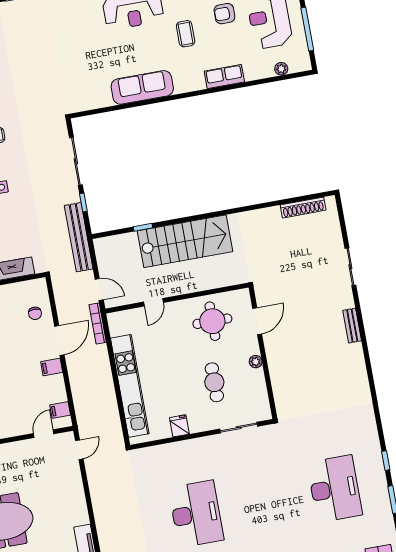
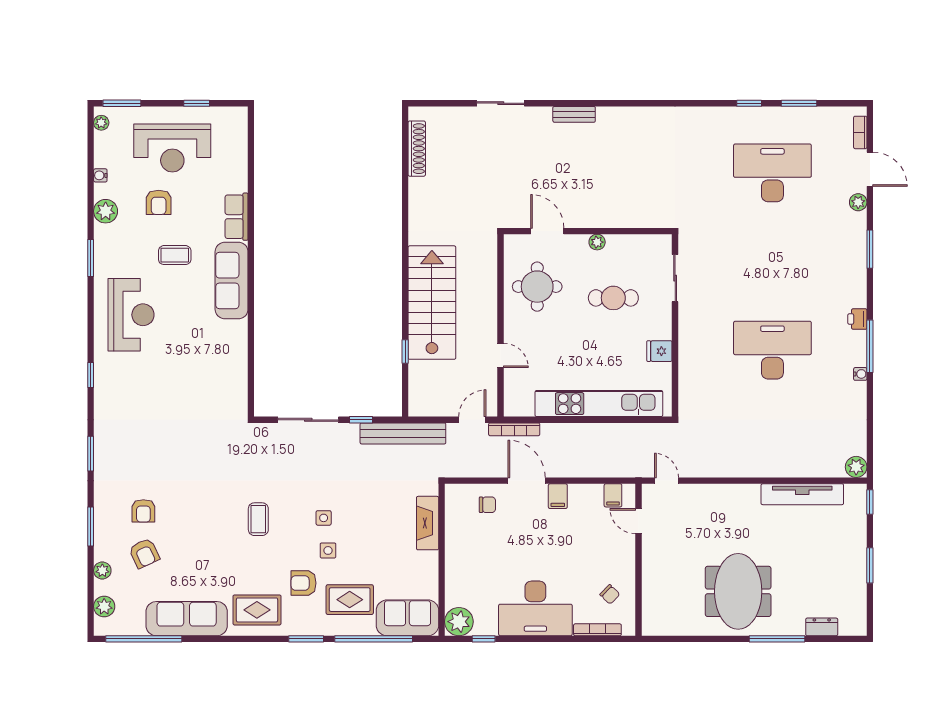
window: (307, 29) -> (197, 103), width x0.46
plant: (281, 69) -> (240, 144), removed
sofa: (142, 87) -> (232, 281), moved

